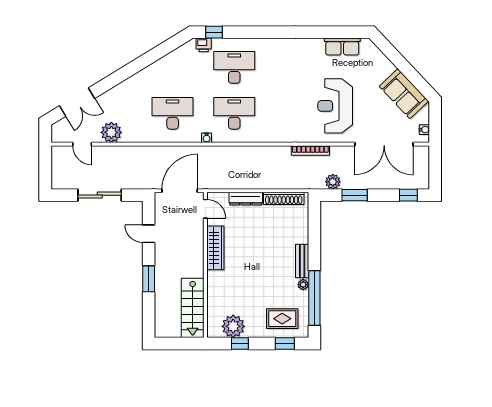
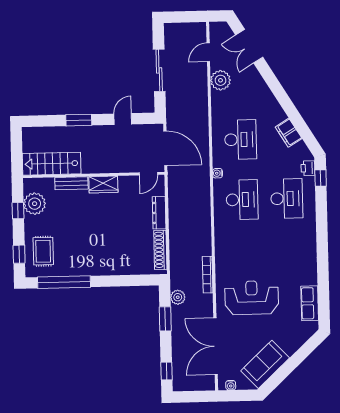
filing cabinet: (167, 64) -> (289, 133), added
wardrobe: (215, 248) -> (103, 185), width x0.67
bench: (302, 261) -> (71, 183), moved
plant: (303, 285) -> (77, 271), removed

